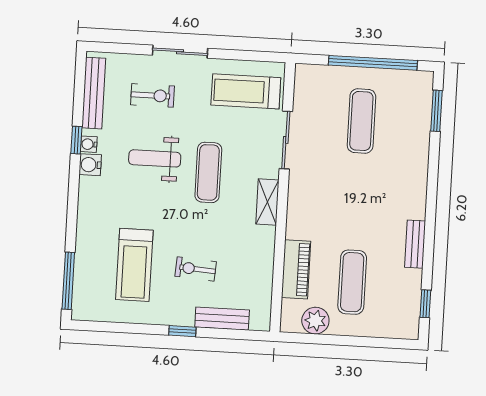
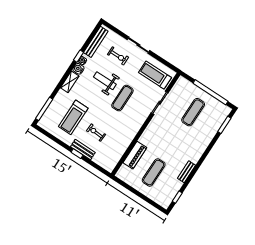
shelving: (267, 202) -> (70, 82), moved
bench: (222, 319) -> (83, 150), moved
plant: (315, 321) -> (131, 179), removed

